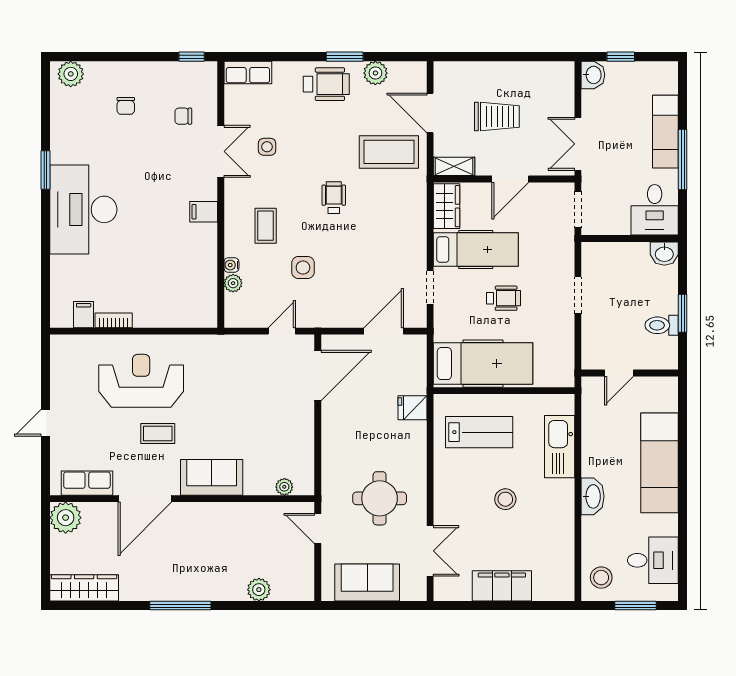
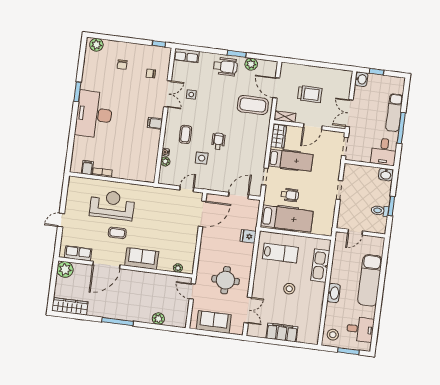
wheelchair: (334, 198) -> (218, 141), moved
wheelchair: (503, 298) -> (290, 195), moved

